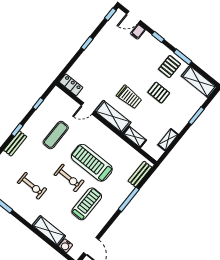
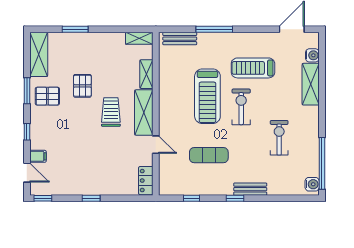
shelving: (168, 140) -> (139, 38), moved

